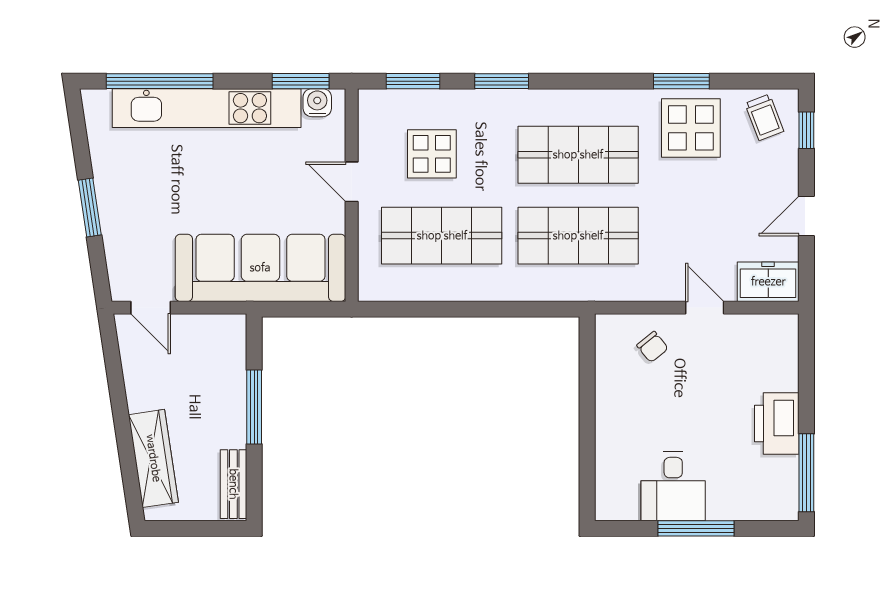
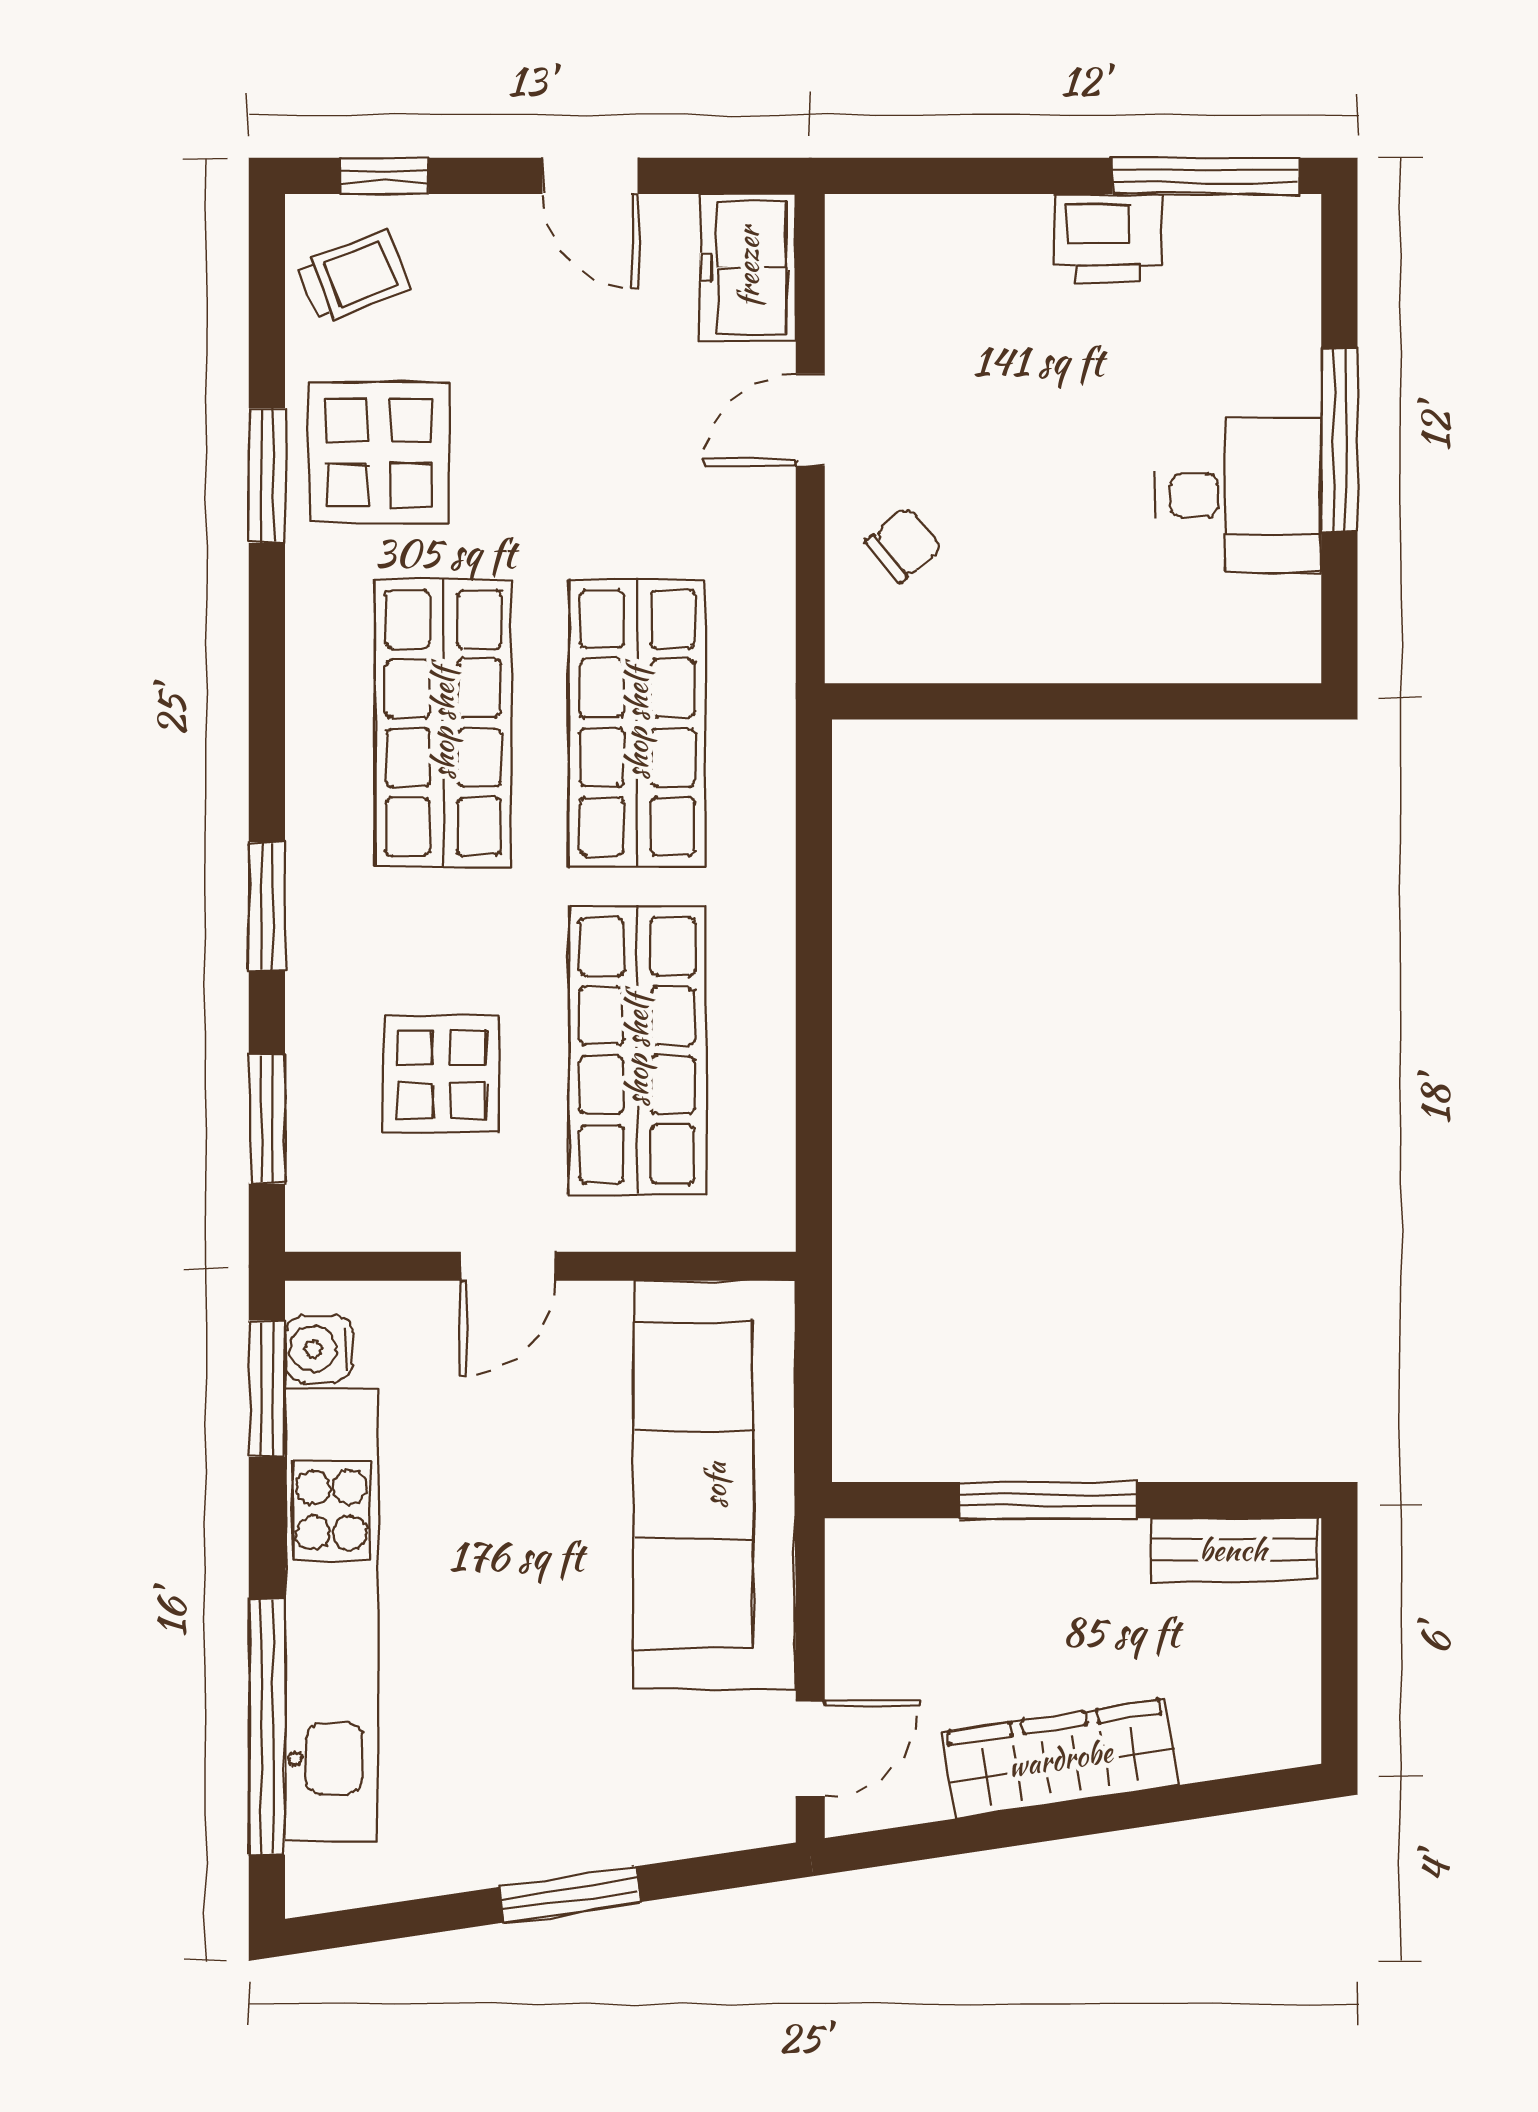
printer: (777, 423) -> (1108, 238), width x0.73, depth x0.84
wardrobe: (153, 458) -> (1060, 1759), moved

